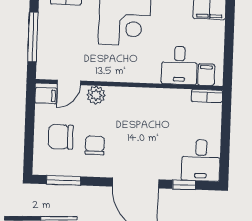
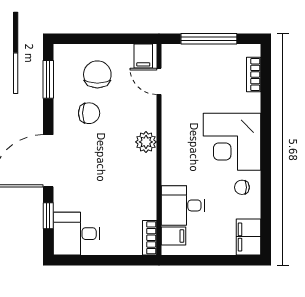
chair: (165, 13) -> (242, 187), added
plant: (96, 95) -> (146, 142), moved

